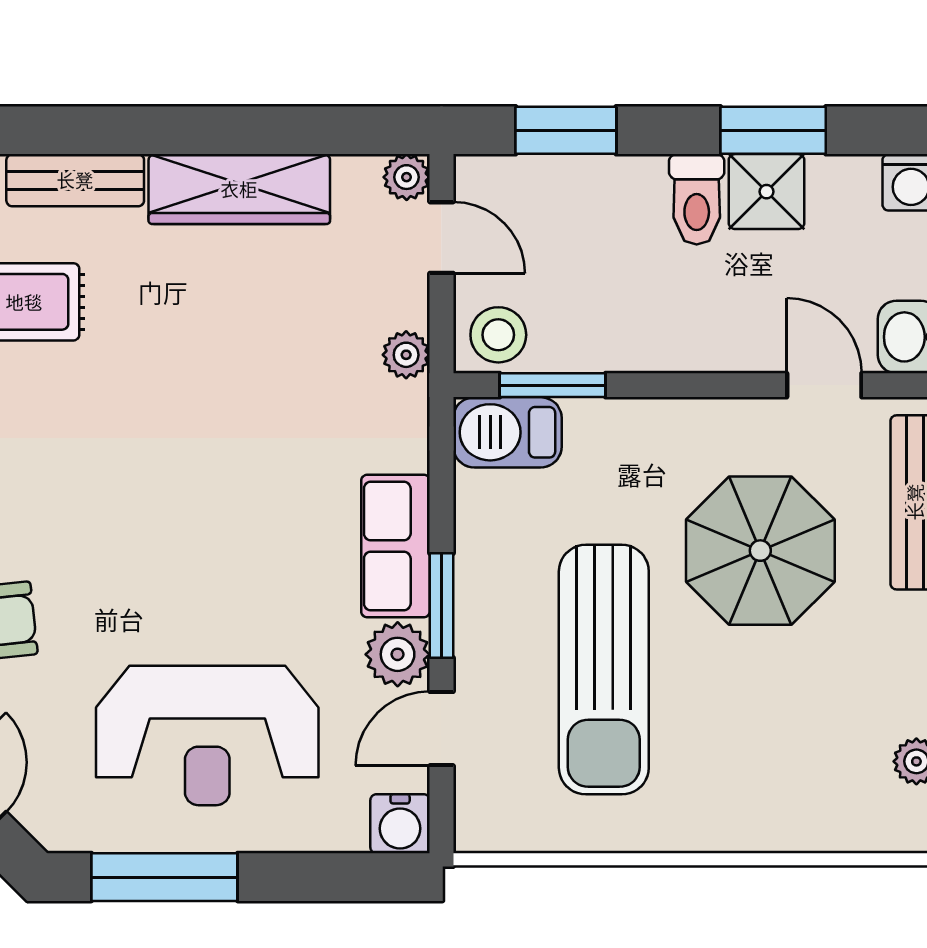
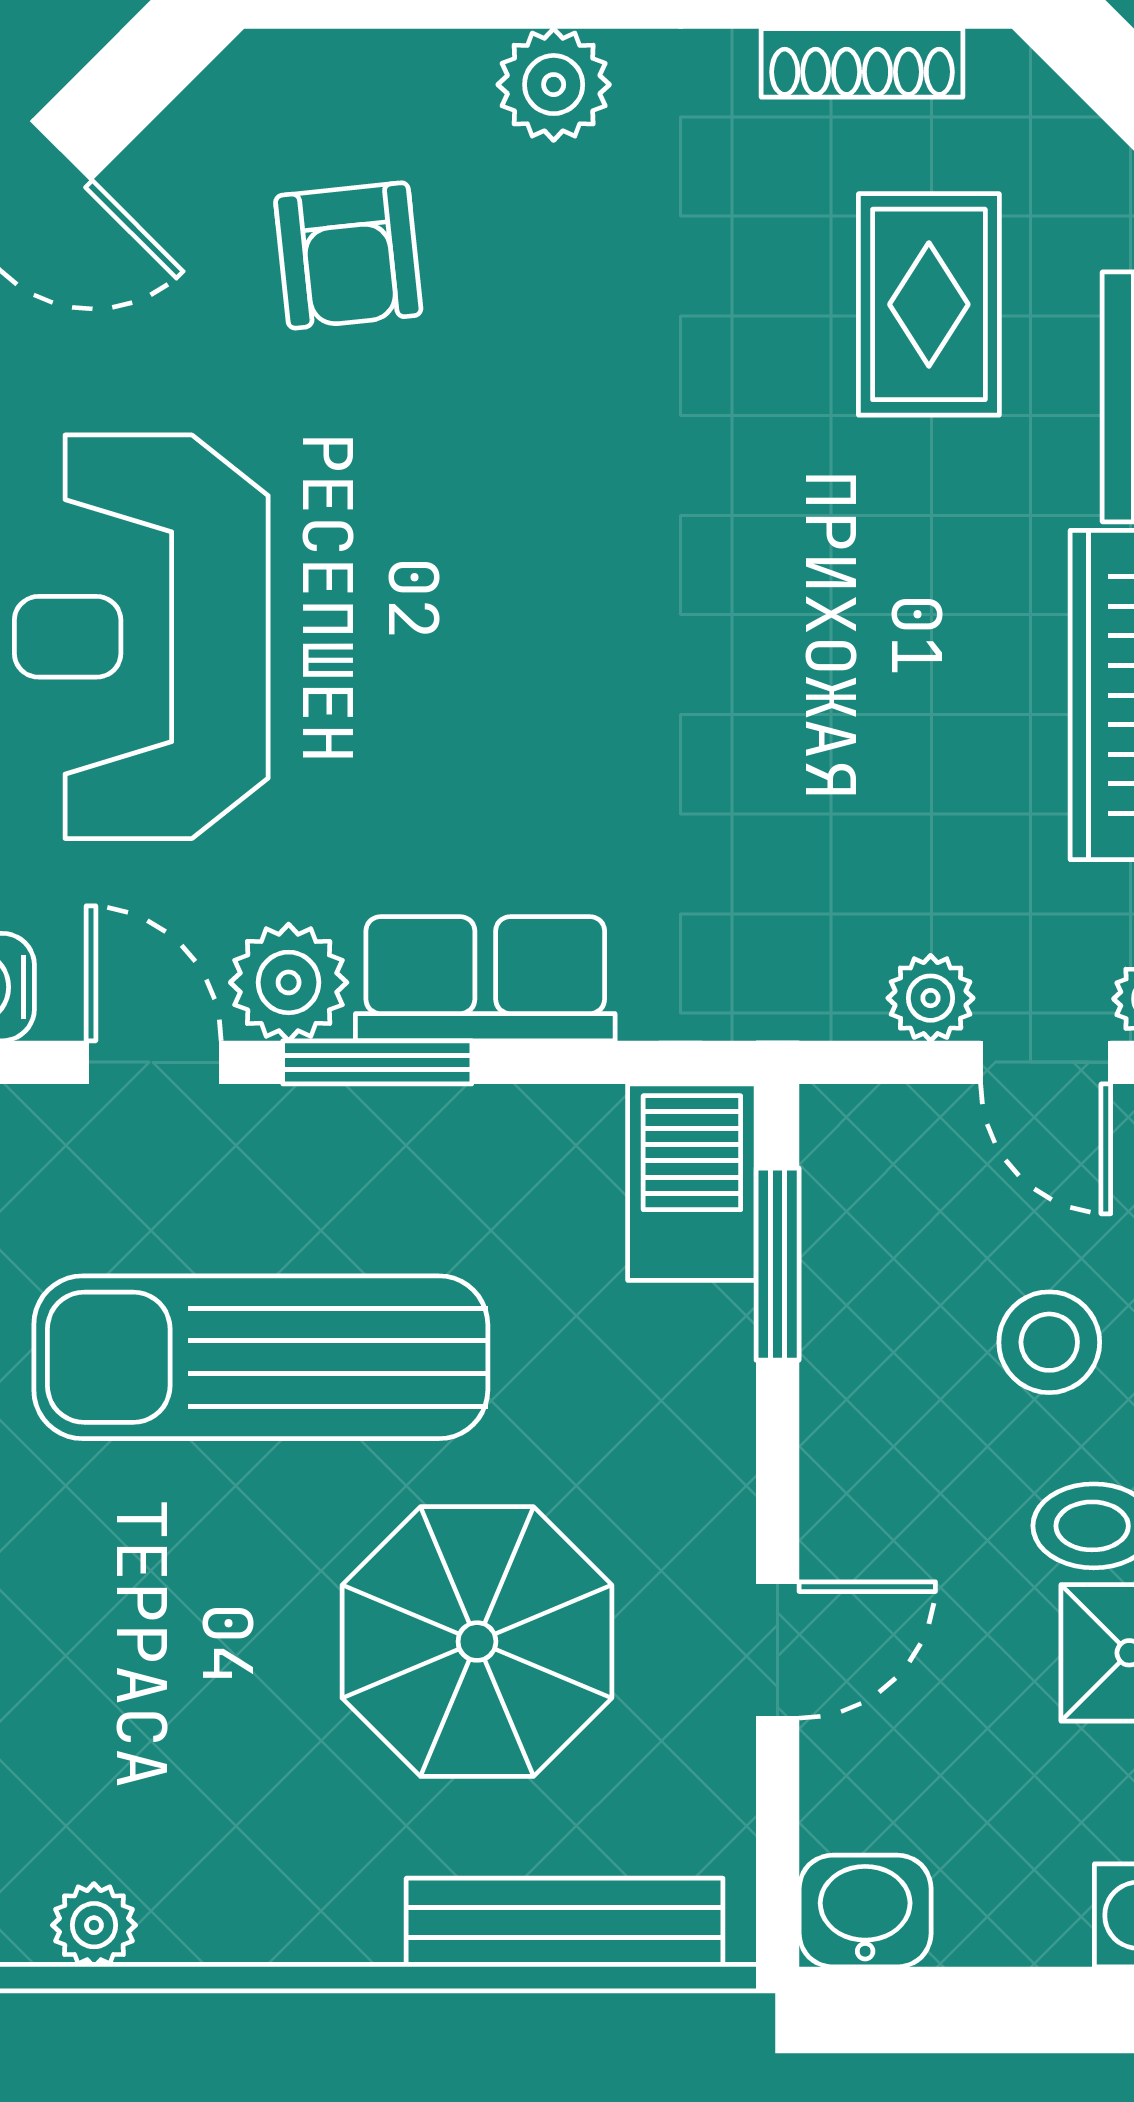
door: (441, 238) -> (1046, 1062), hinge flipped
stool: (498, 335) -> (1049, 1342), moved
plant: (406, 355) -> (931, 998), moved
door: (824, 385) -> (778, 1650), moved

